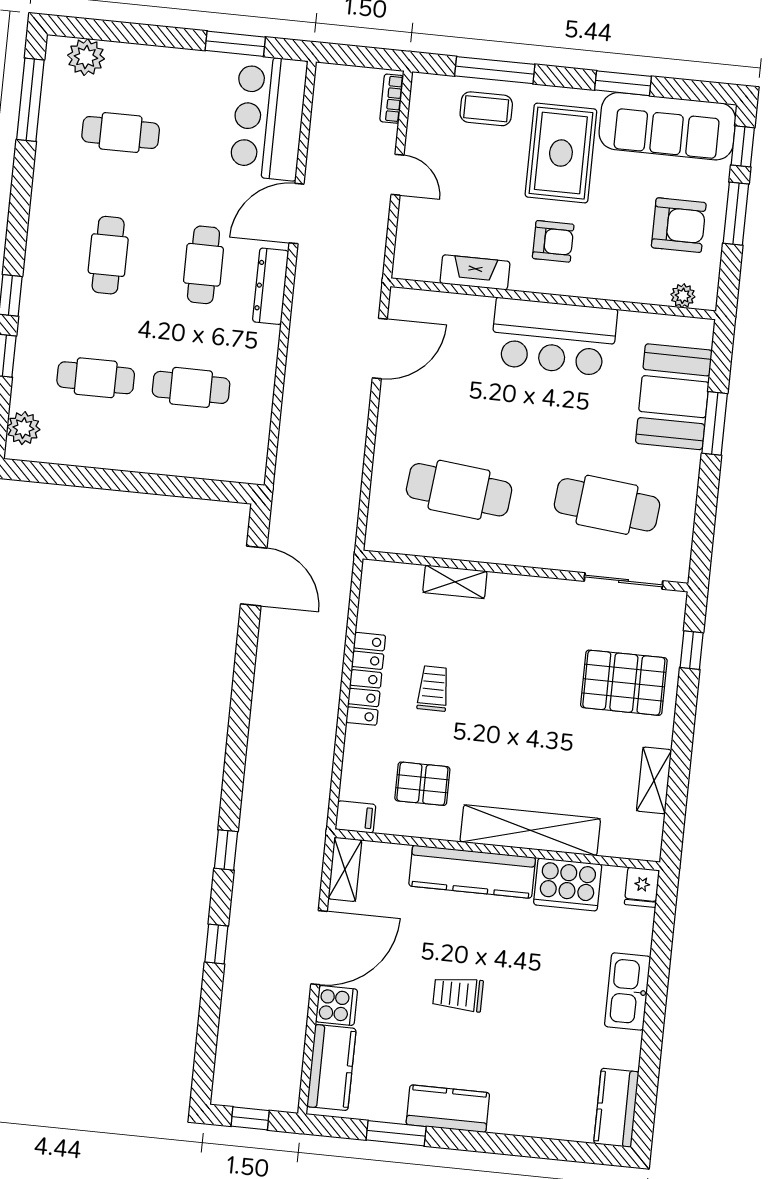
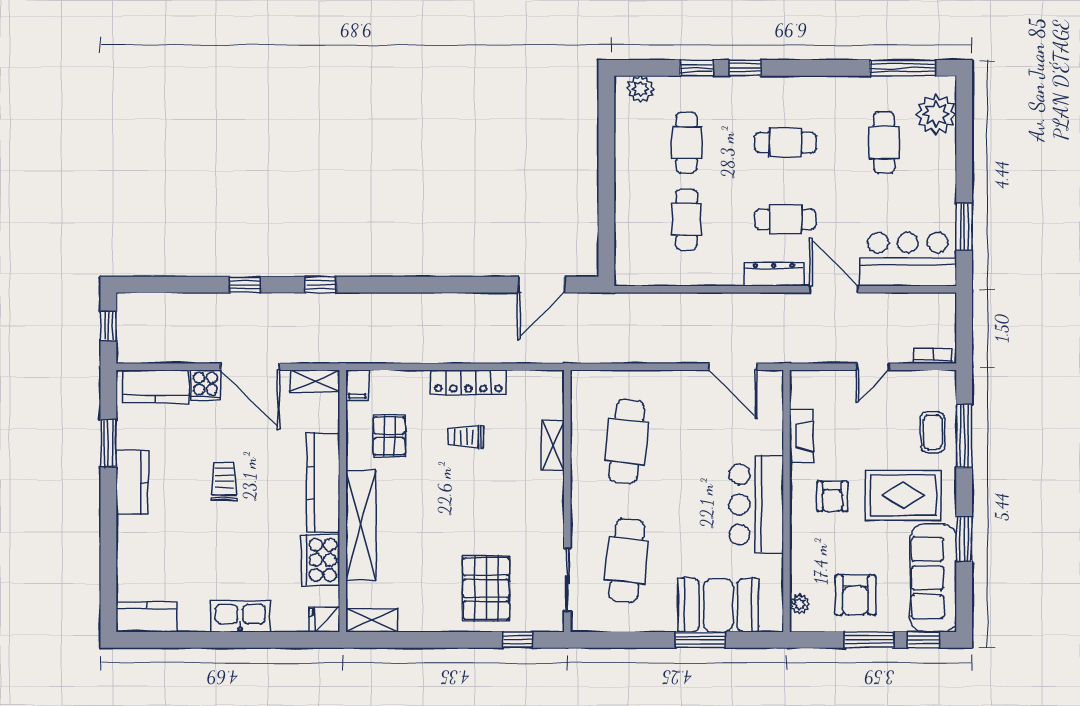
plant: (86, 57) -> (936, 114), width x1.36, depth x1.36
trolley: (433, 689) -> (466, 437), turned 180
shelving: (654, 780) -> (372, 620), moved

